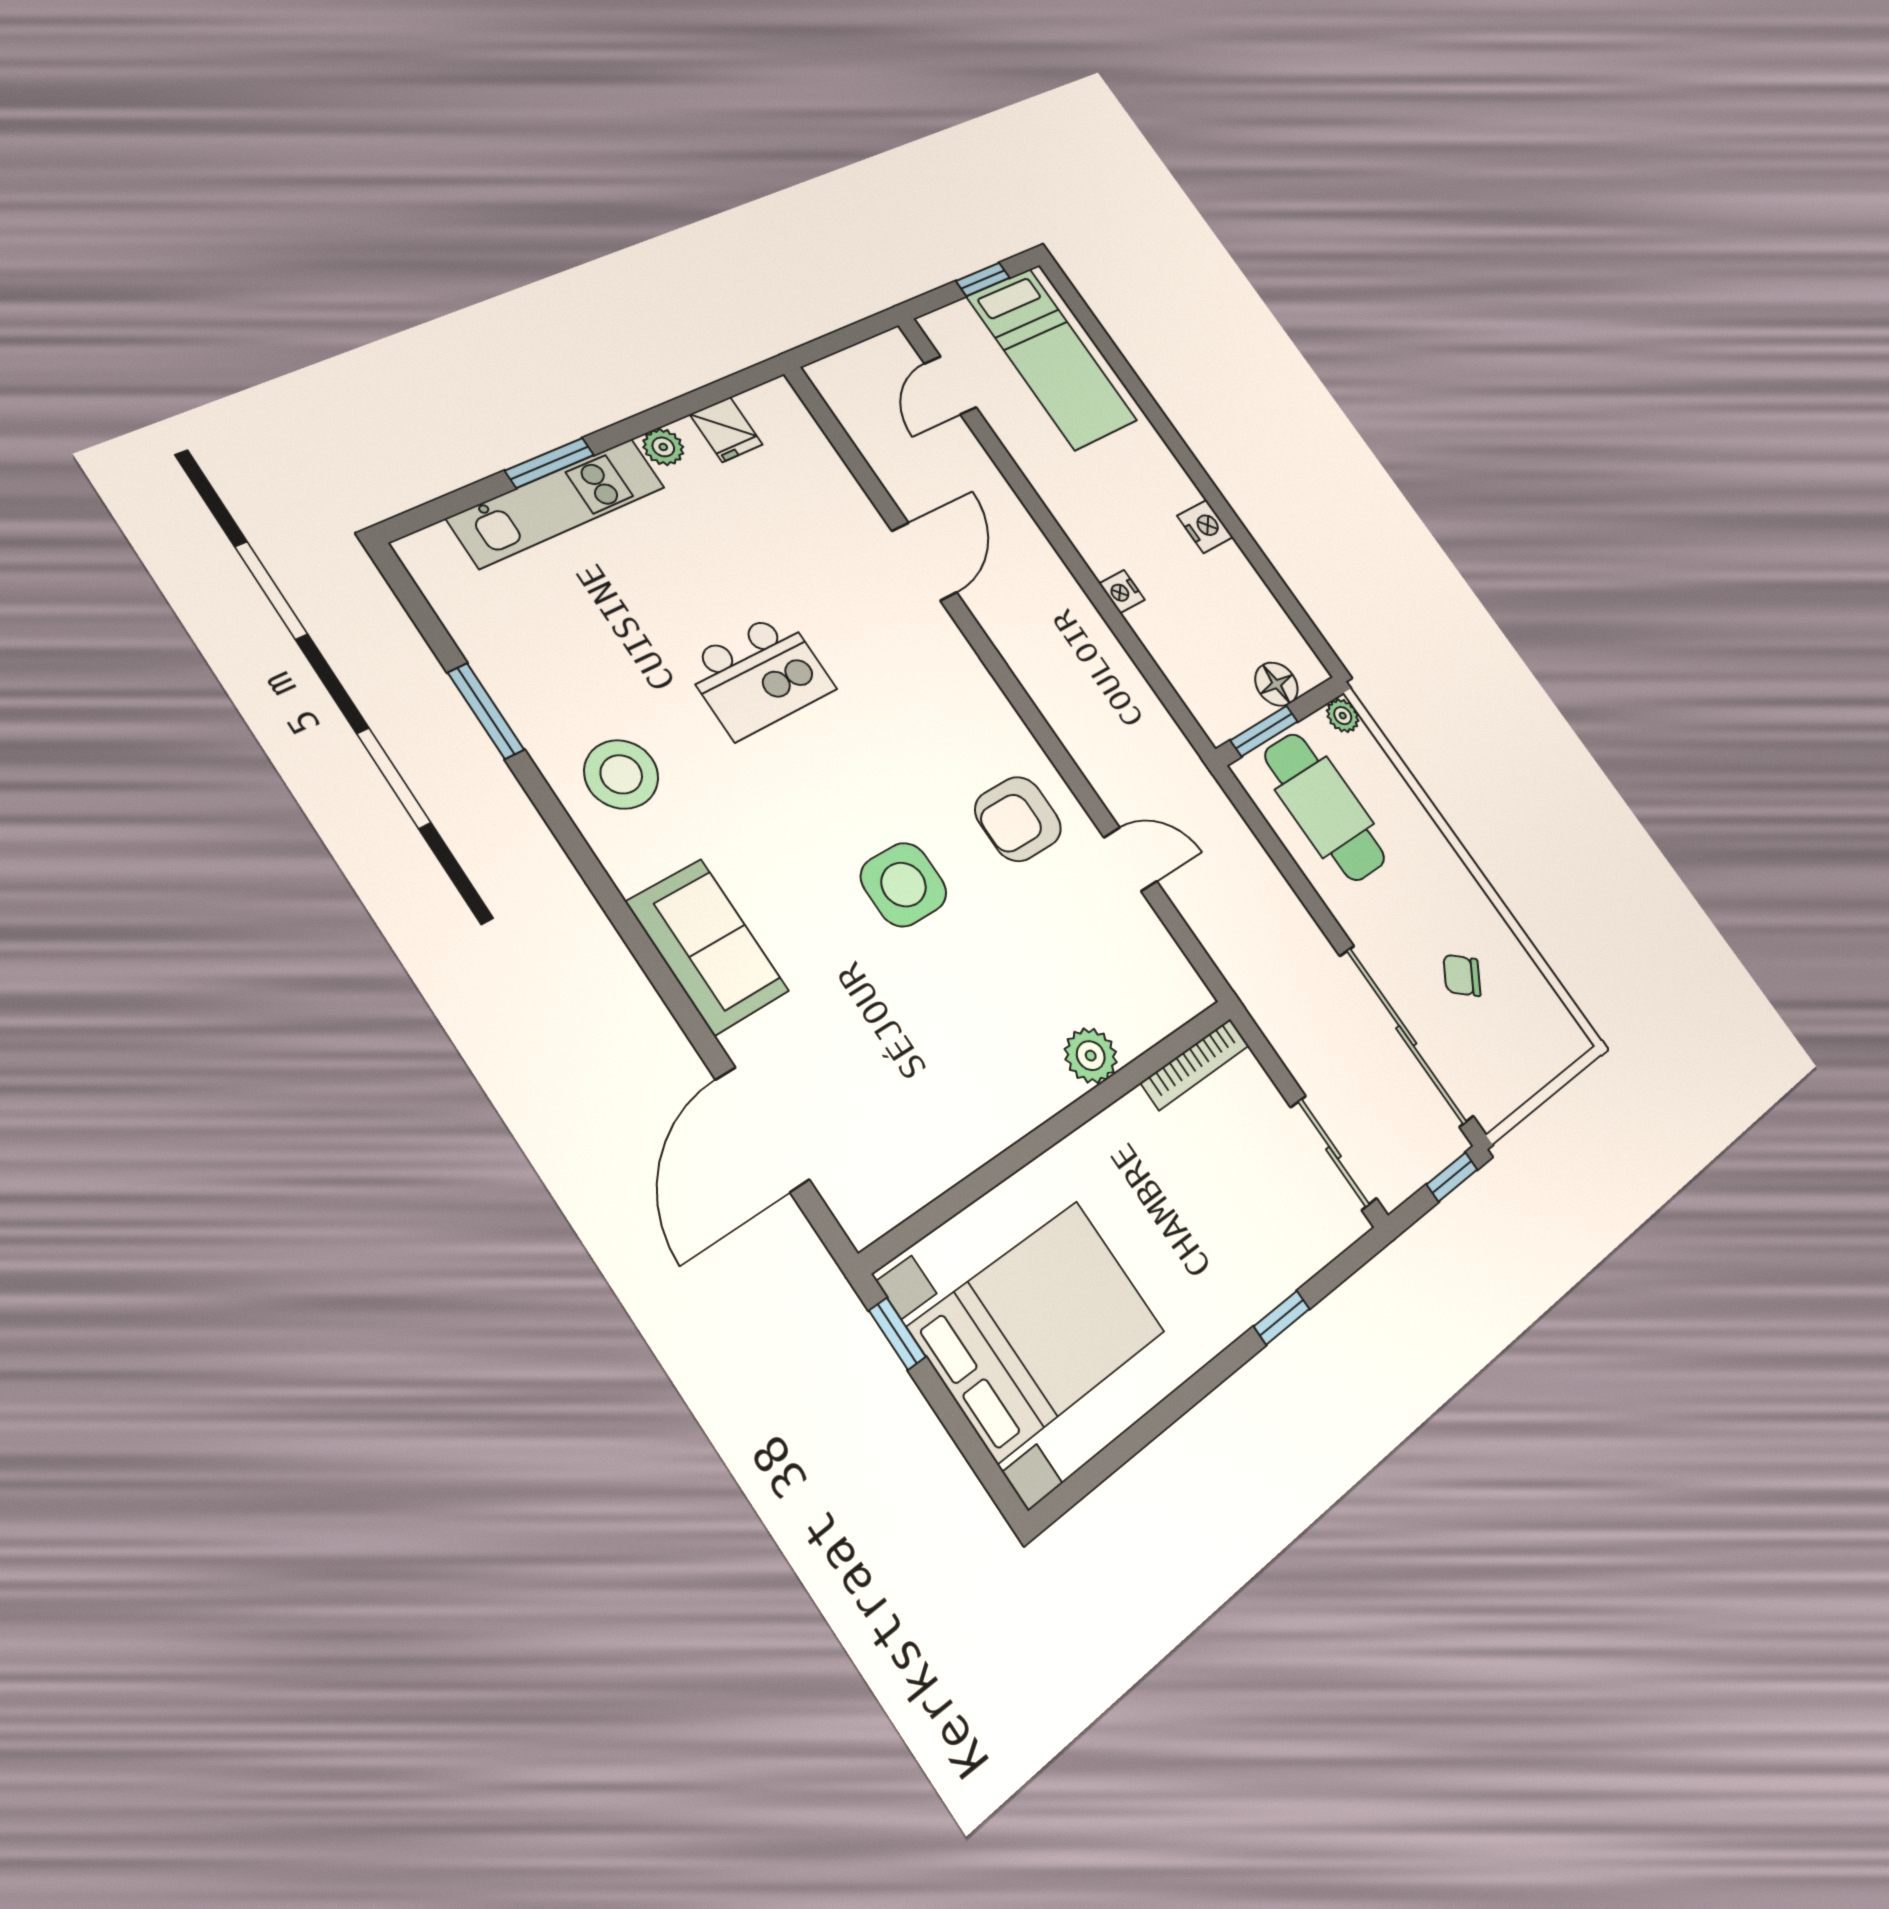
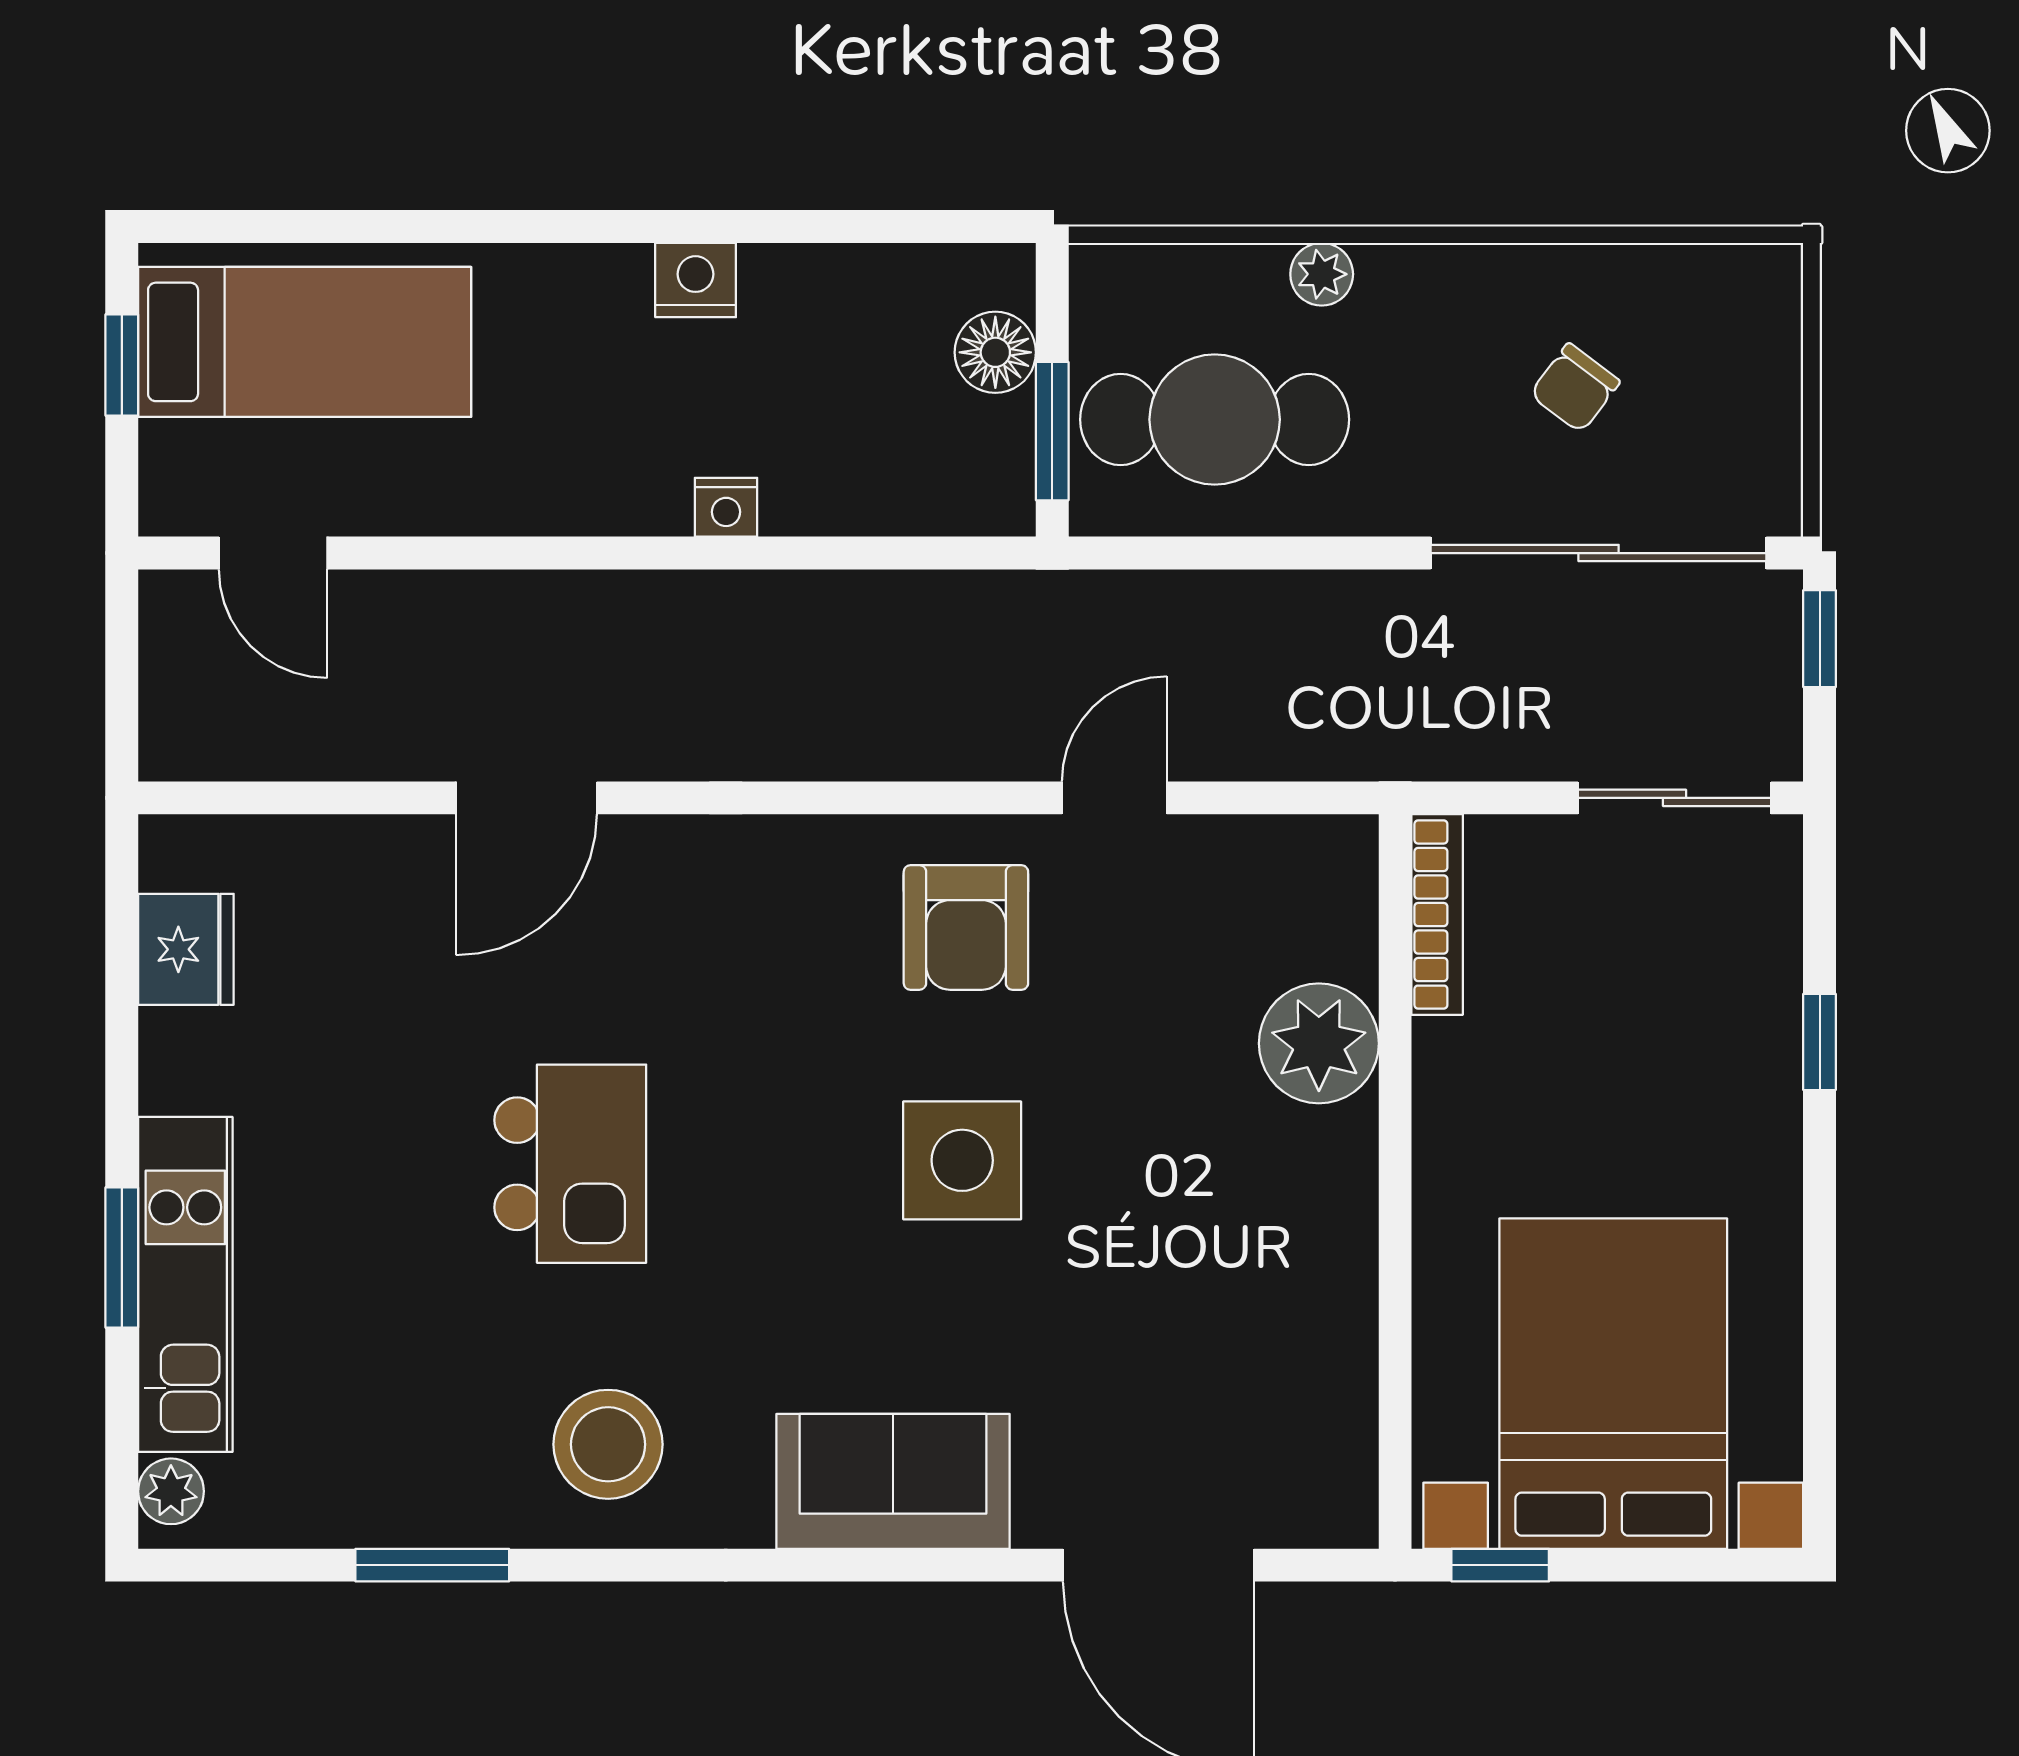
fridge: (726, 429) -> (186, 949), width x1.38
plant: (663, 447) -> (171, 1491), moved
door: (924, 562) -> (526, 798), swing flipped
plant: (1343, 716) -> (1322, 274), moved
plant: (1091, 1056) -> (1319, 1043), width x1.36, depth x1.36

